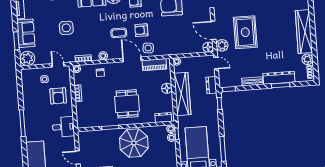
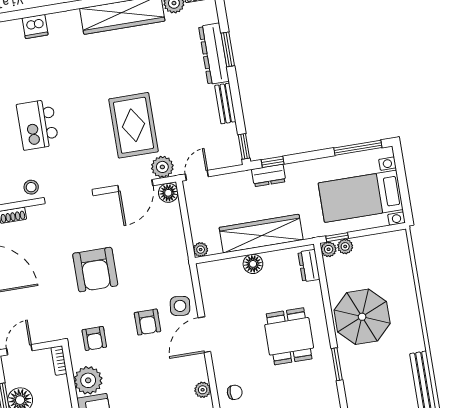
rug: (245, 32) -> (133, 125), turned 90
coffee table: (119, 33) -> (157, 364), removed
piano: (154, 65) -> (210, 291), removed
dresser: (211, 85) -> (269, 176), moved
dining table: (127, 104) -> (289, 336), turned 90

